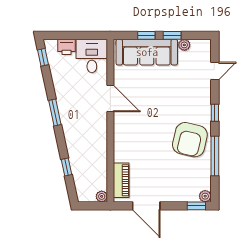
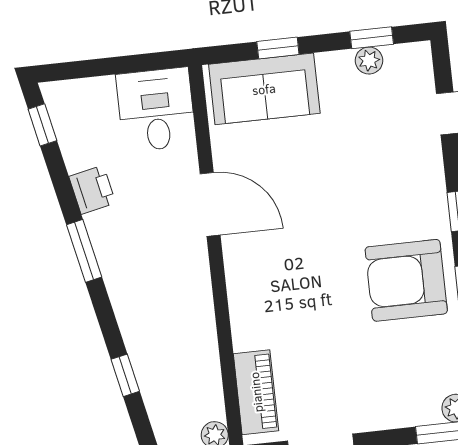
window: (172, 35) -> (372, 38), moved
printer: (66, 47) -> (92, 190), moved, turned -102
sofa: (147, 52) -> (264, 89), width x0.73
armchair: (190, 140) -> (406, 280), turned 77

